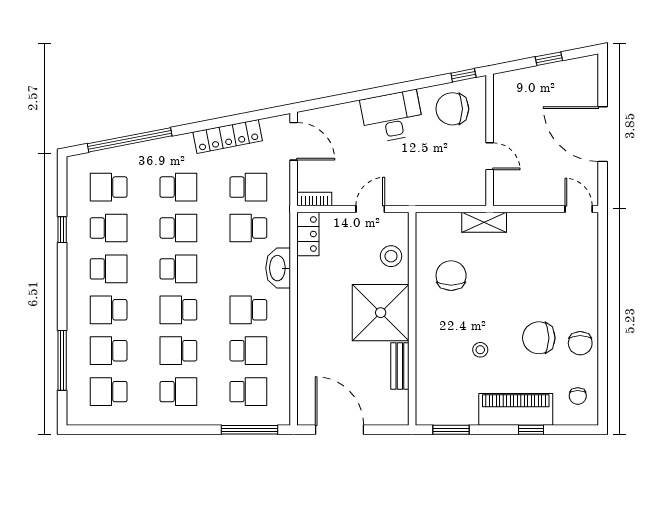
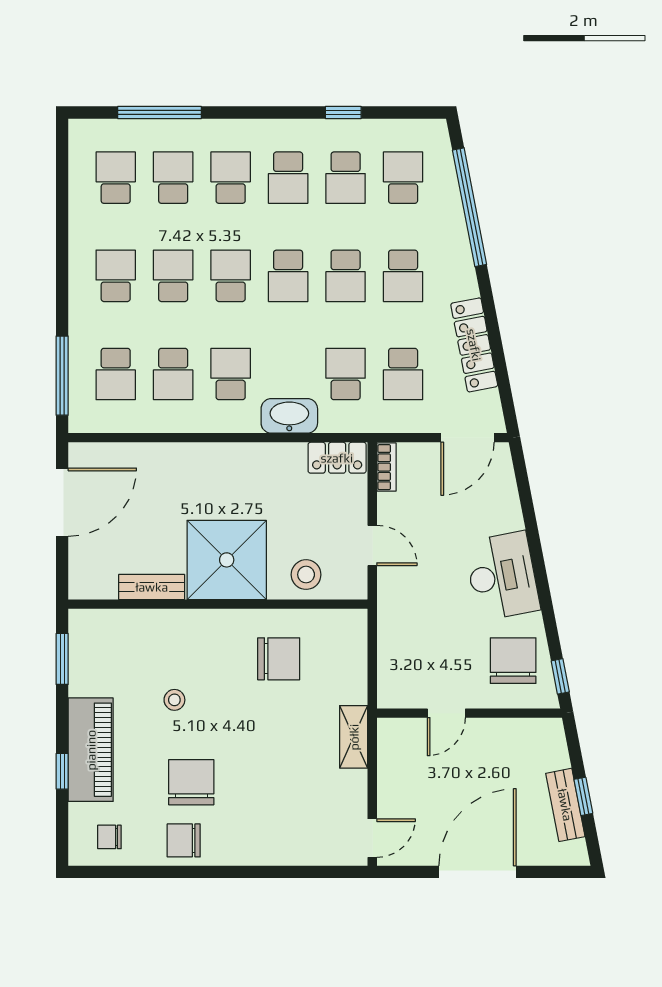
bench: (555, 72) -> (565, 805), added
shelving: (484, 222) -> (354, 737), moved
school desk: (178, 392) -> (116, 276), turned 180

